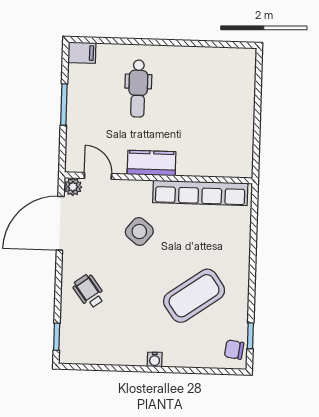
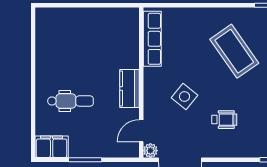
filing cabinet: (82, 53) -> (52, 147), width x2.00
row of seats: (200, 193) -> (152, 39), width x0.73
wheelchair: (89, 291) -> (224, 120), moved, turned -144

